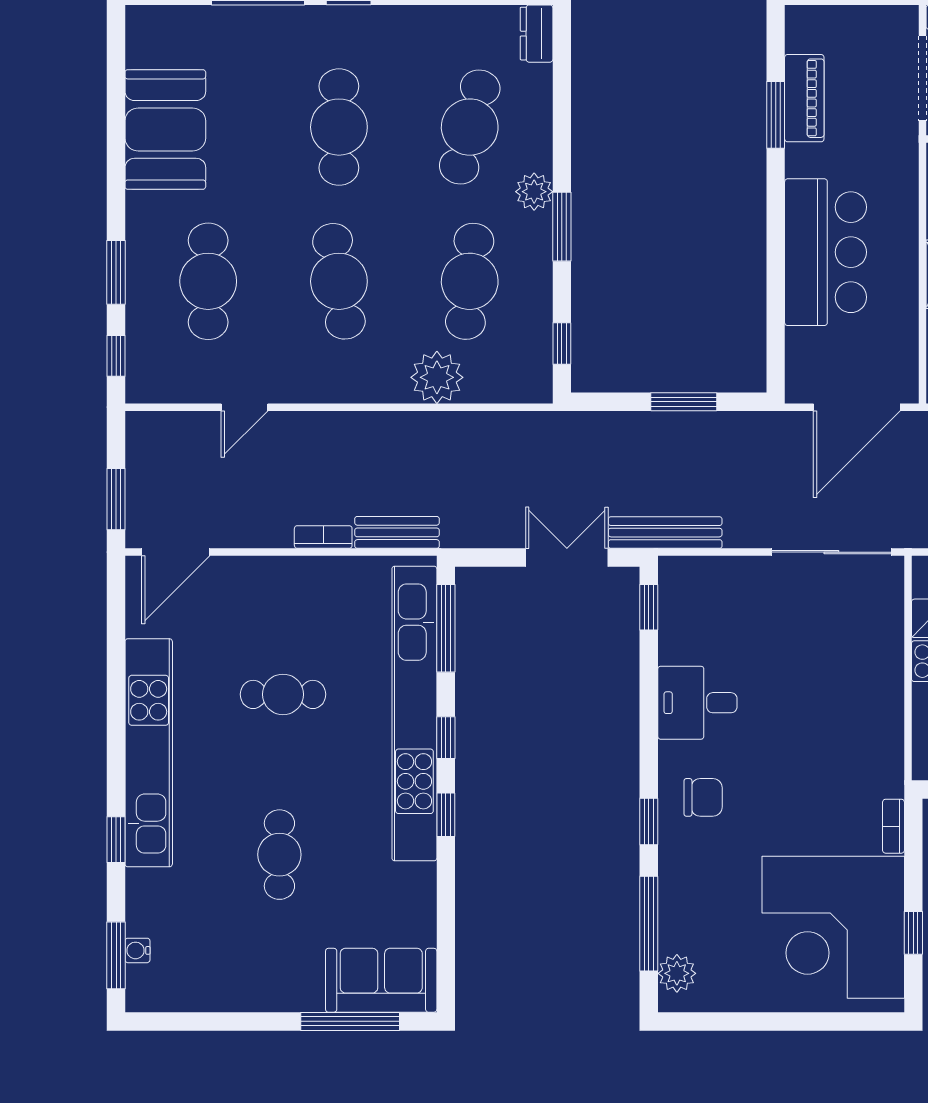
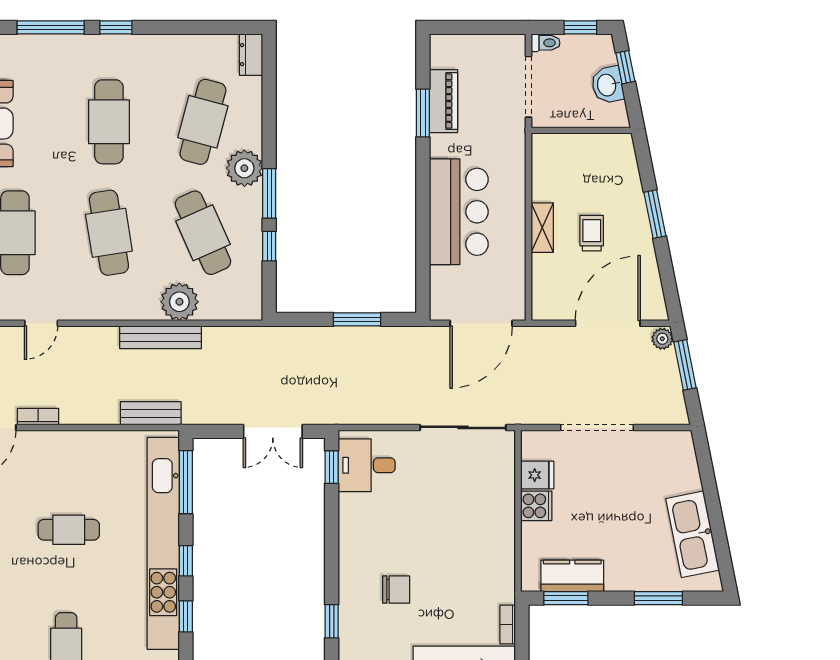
plant: (534, 192) -> (244, 168), width x1.36, depth x1.36
cafe table: (470, 281) -> (203, 233), turned -30
window: (562, 344) -> (269, 246), moved
bench: (665, 533) -> (161, 337), moved
bookcase: (323, 537) -> (38, 417), moved
double door: (567, 558) -> (273, 431), swing flipped
desk: (697, 703) -> (367, 465), moved
chair: (703, 797) -> (396, 590), moved

